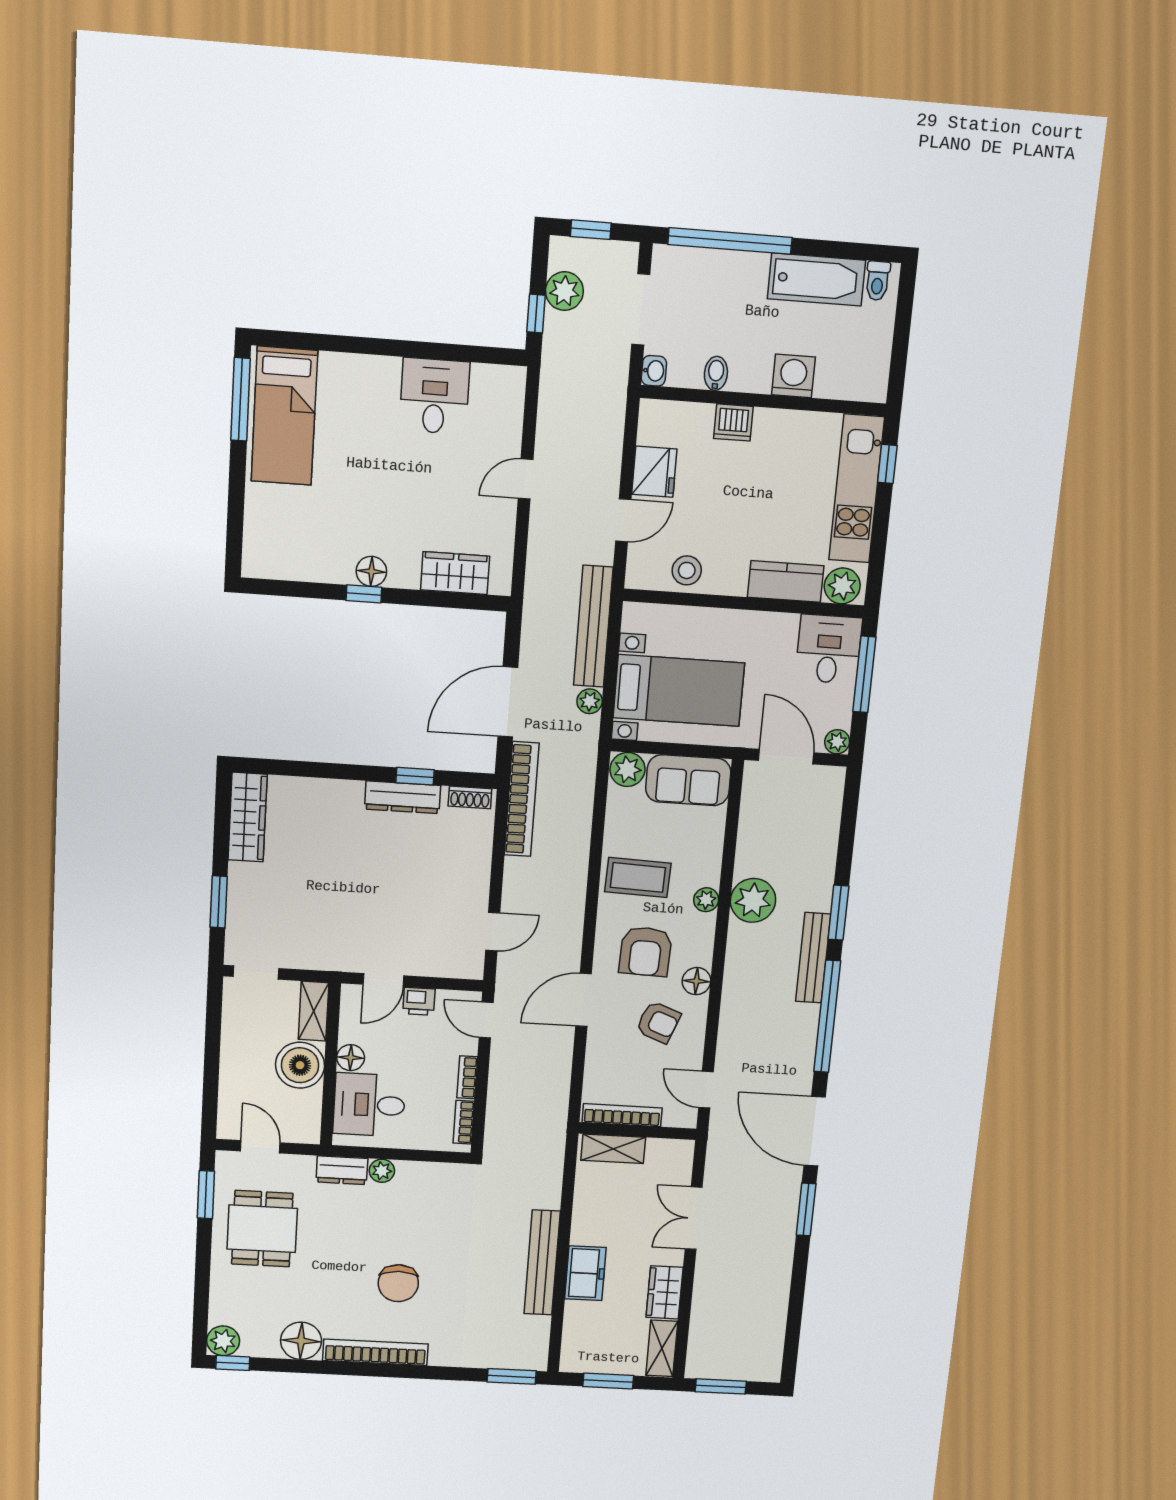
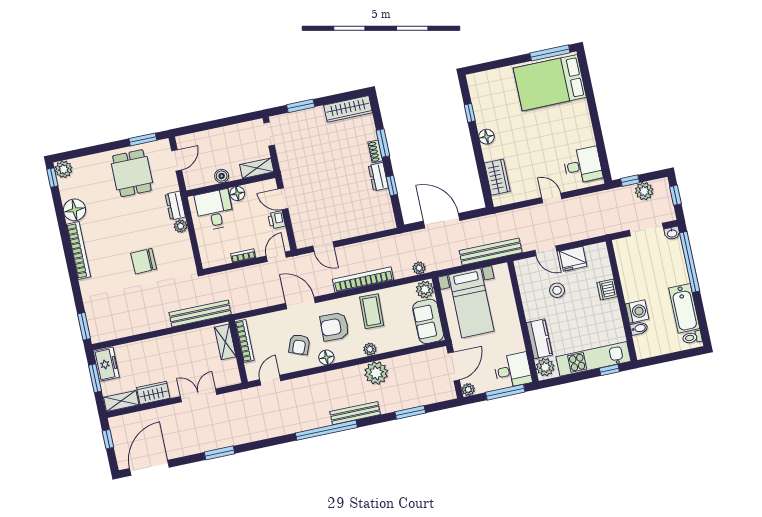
washbasin: (654, 371) -> (672, 233), moved
bidet: (716, 373) -> (639, 328), moved
desk: (434, 396) -> (583, 165), moved
bed: (284, 416) -> (550, 83), width x1.50
stool: (687, 570) -> (557, 290), moved
window: (364, 594) -> (470, 113), moved
plant: (590, 701) -> (419, 268), moved
window: (330, 771) -> (383, 143), added
dresser: (403, 797) -> (378, 177), width x0.70
shoe rack: (470, 797) -> (375, 151), moved
bookcase: (522, 799) -> (363, 280), moved, turned 180
window: (838, 913) -> (410, 412), moved
boiler: (300, 1065) -> (222, 176), width x0.54, depth x0.54
bookcase: (464, 1122) -> (218, 261), removed
door: (815, 1131) -> (149, 468), moved
dining table: (262, 1229) -> (132, 173), turned 90
bench: (542, 1263) -> (200, 313), moved
freezer: (585, 1273) -> (106, 364), moved, turned -90
chair: (398, 1283) -> (144, 261), moved
window: (721, 1386) -> (108, 439), width x0.67

